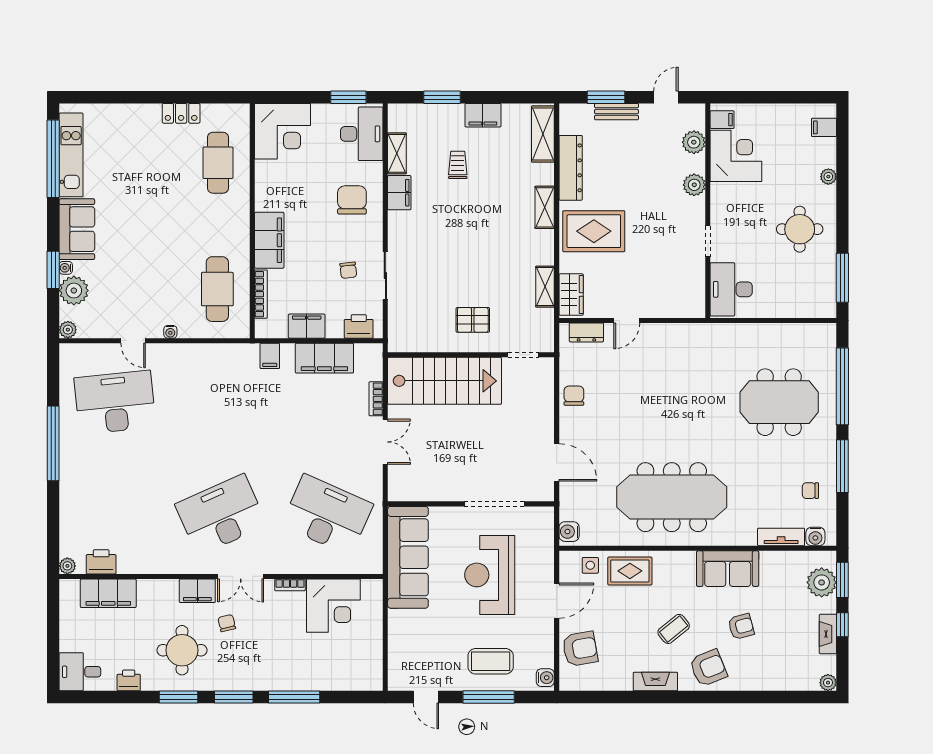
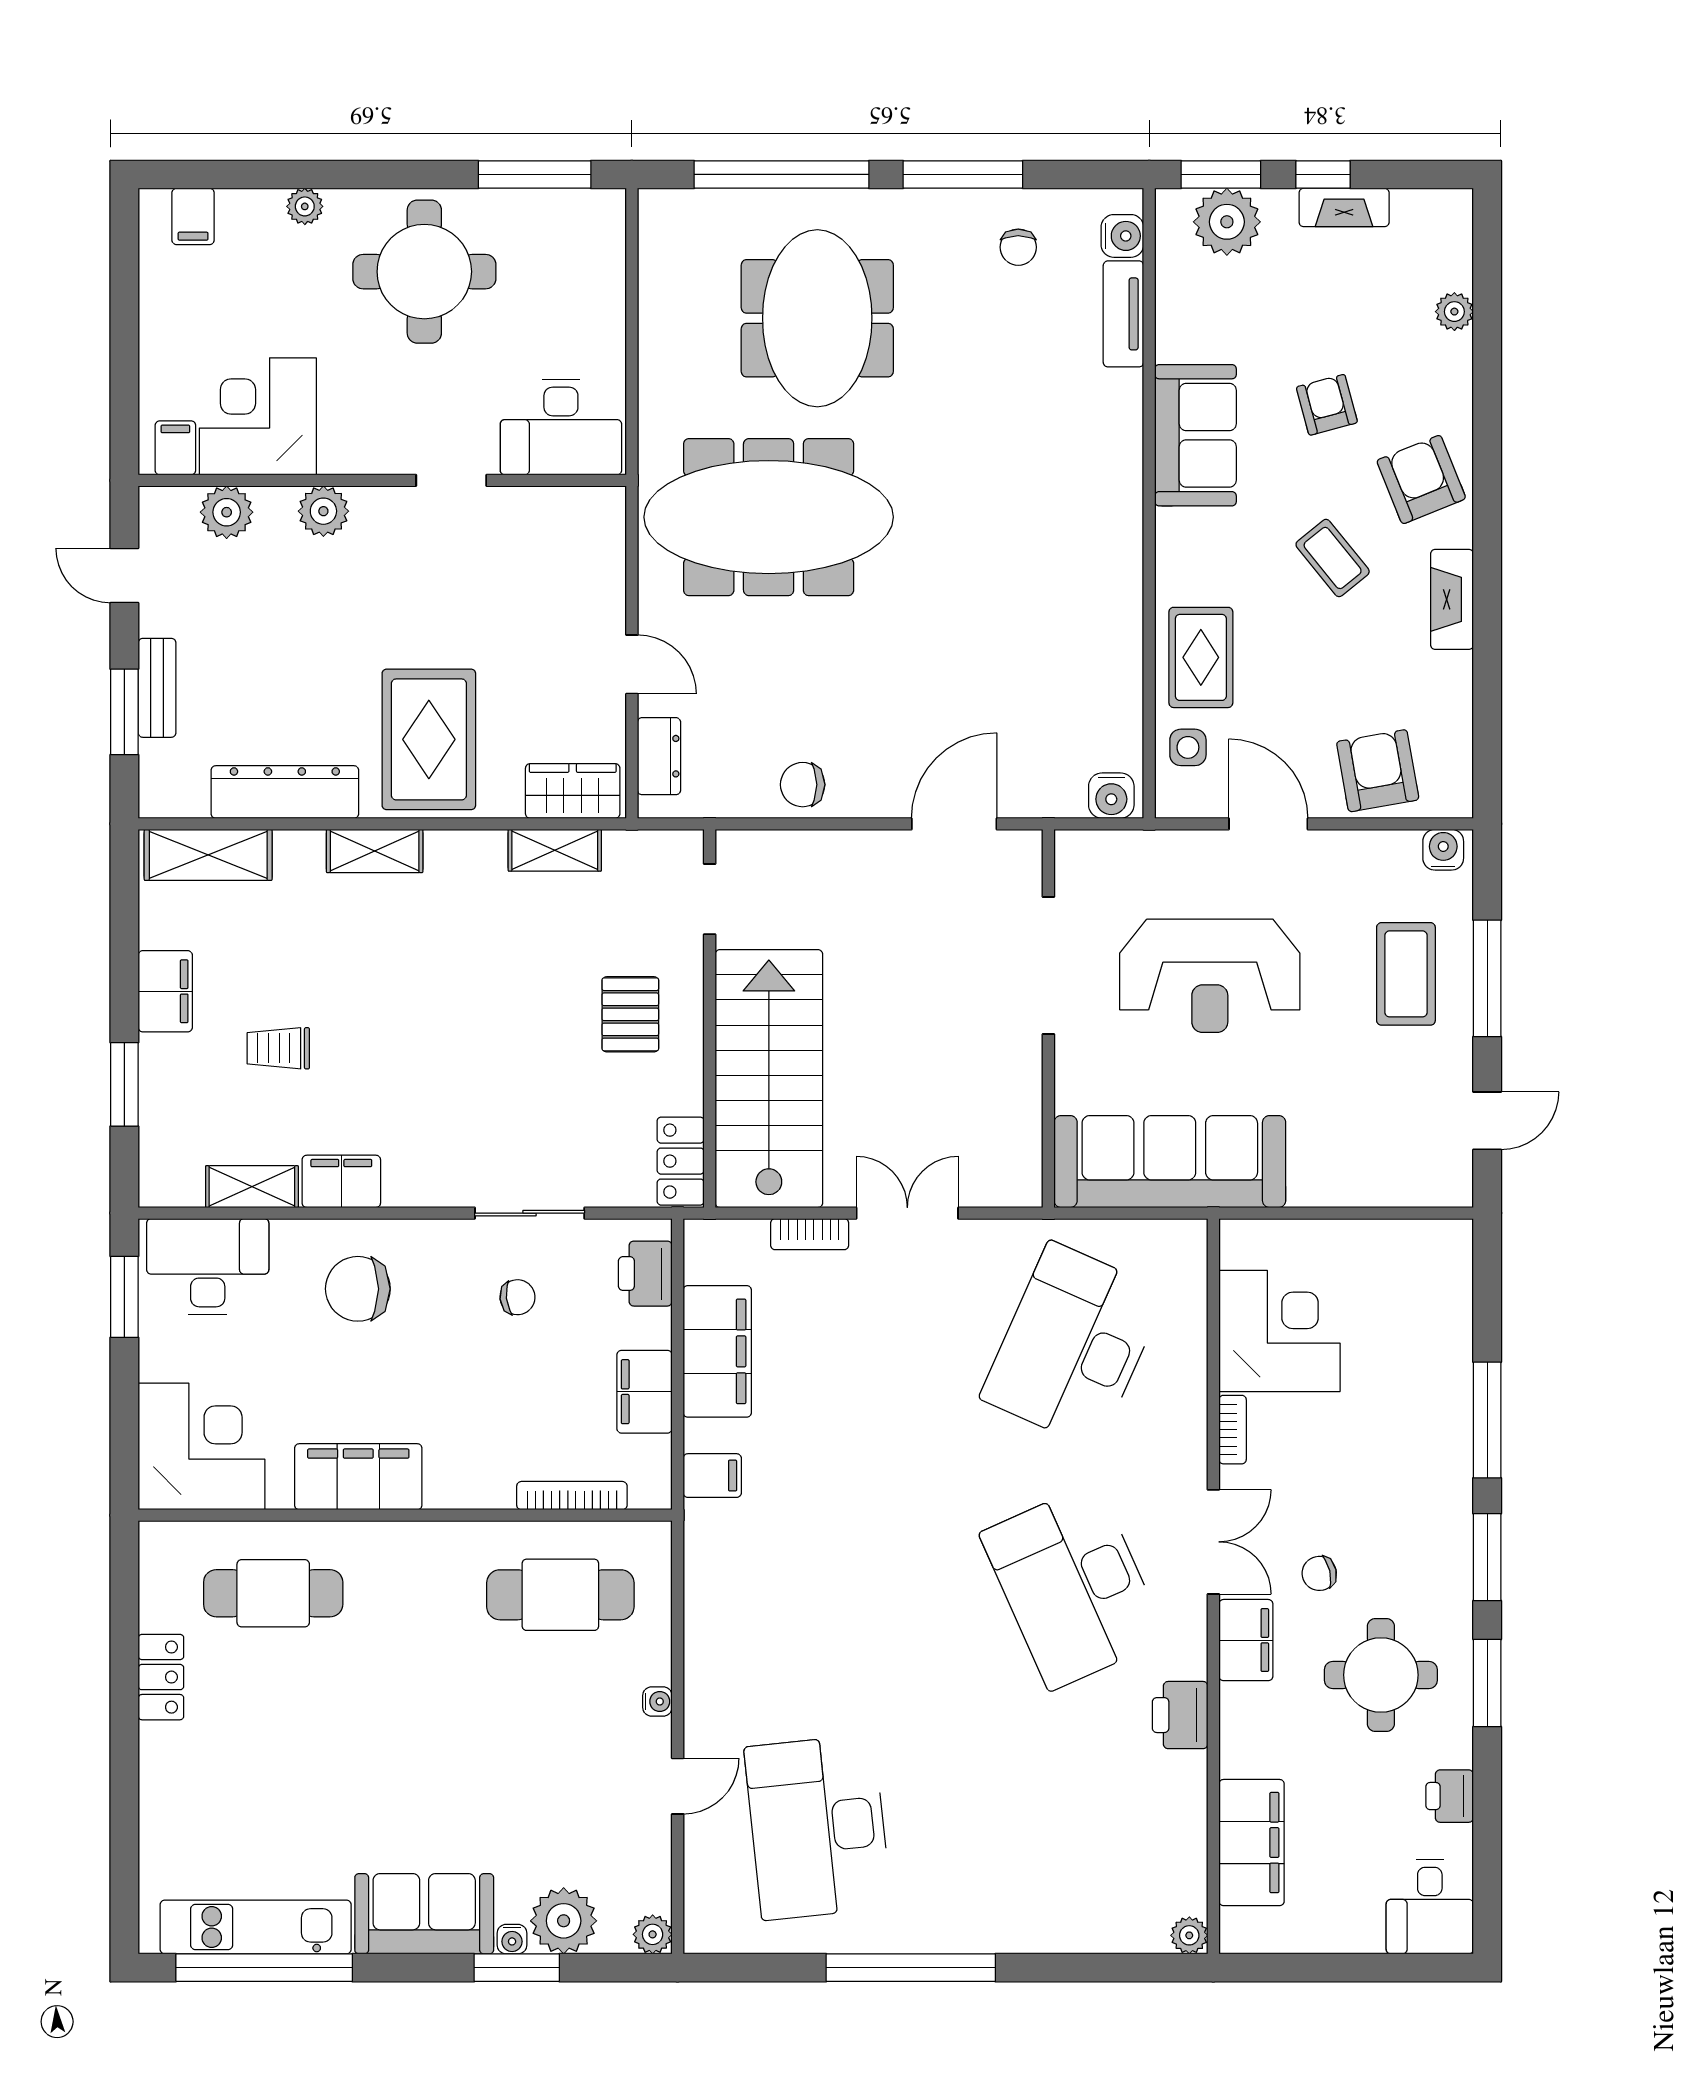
round table: (800, 229) -> (424, 272), width x1.36, depth x1.36
filing cabinet: (269, 240) -> (358, 1477), moved
locker: (408, 342) -> (681, 1161), added
meeting table: (672, 497) -> (769, 517), moved, turned 90
printer: (101, 562) -> (1180, 1715), moved
plant: (828, 683) -> (1454, 312), moved

